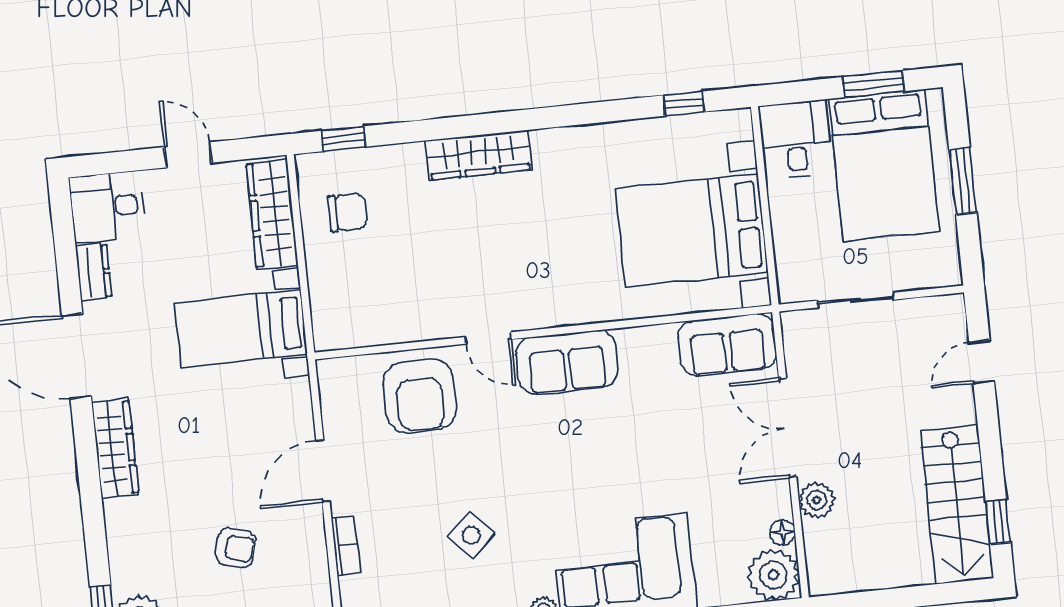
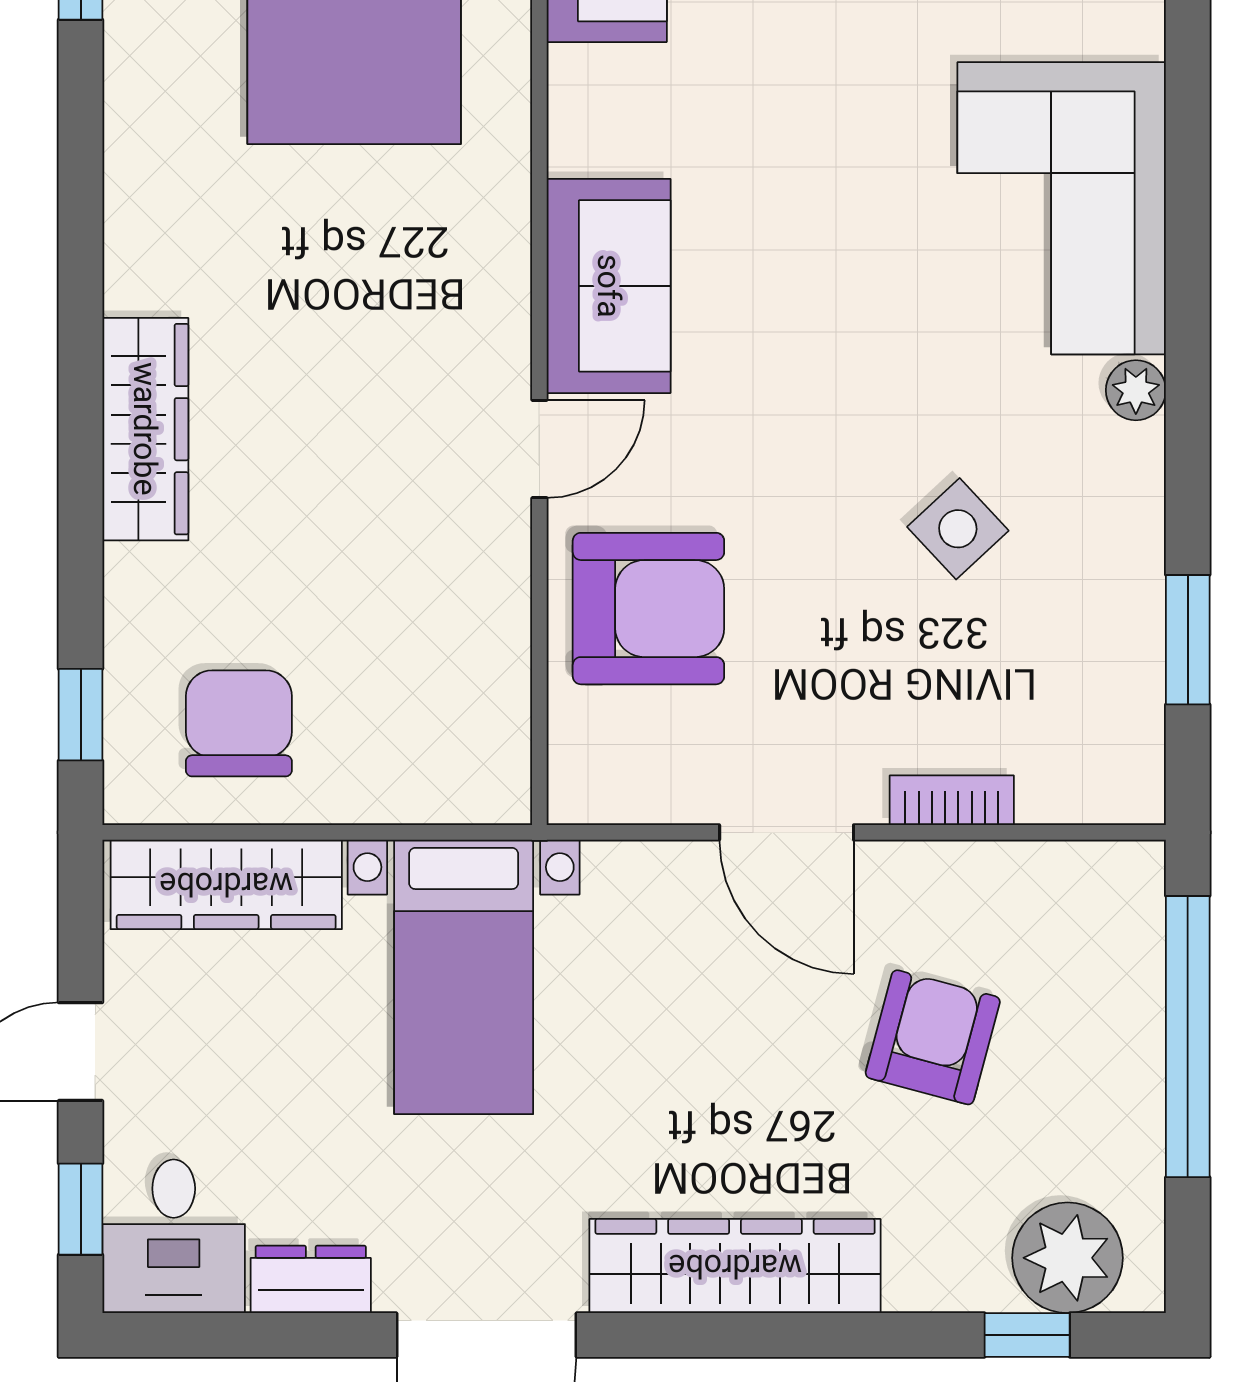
window: (115, 162) -> (81, 1209), added
chair: (347, 212) -> (239, 723), width x1.37, depth x1.37
wardrobe: (115, 449) -> (735, 1266), width x1.40, depth x1.17
armchair: (235, 548) -> (933, 1037), width x1.38, depth x1.38

